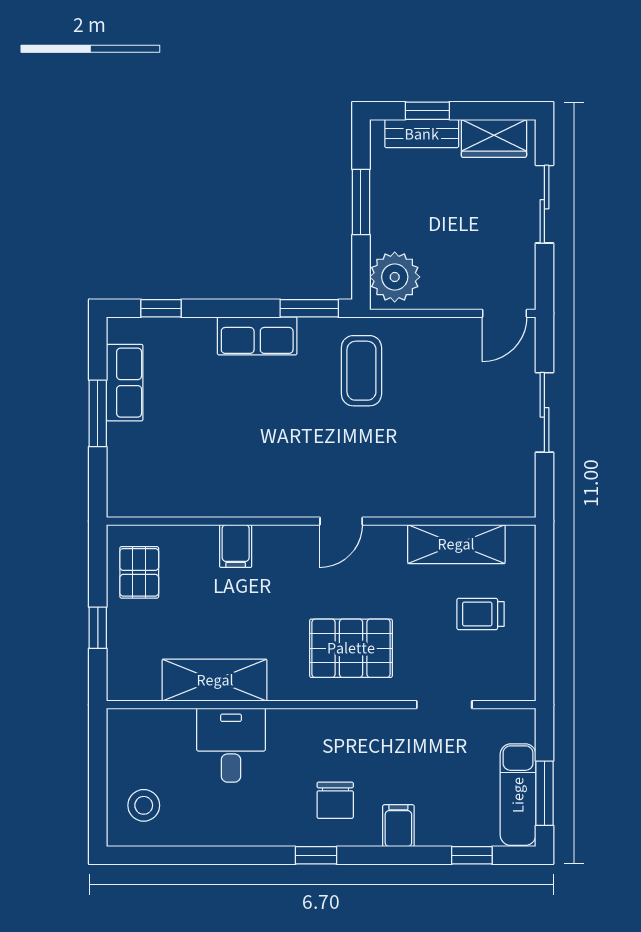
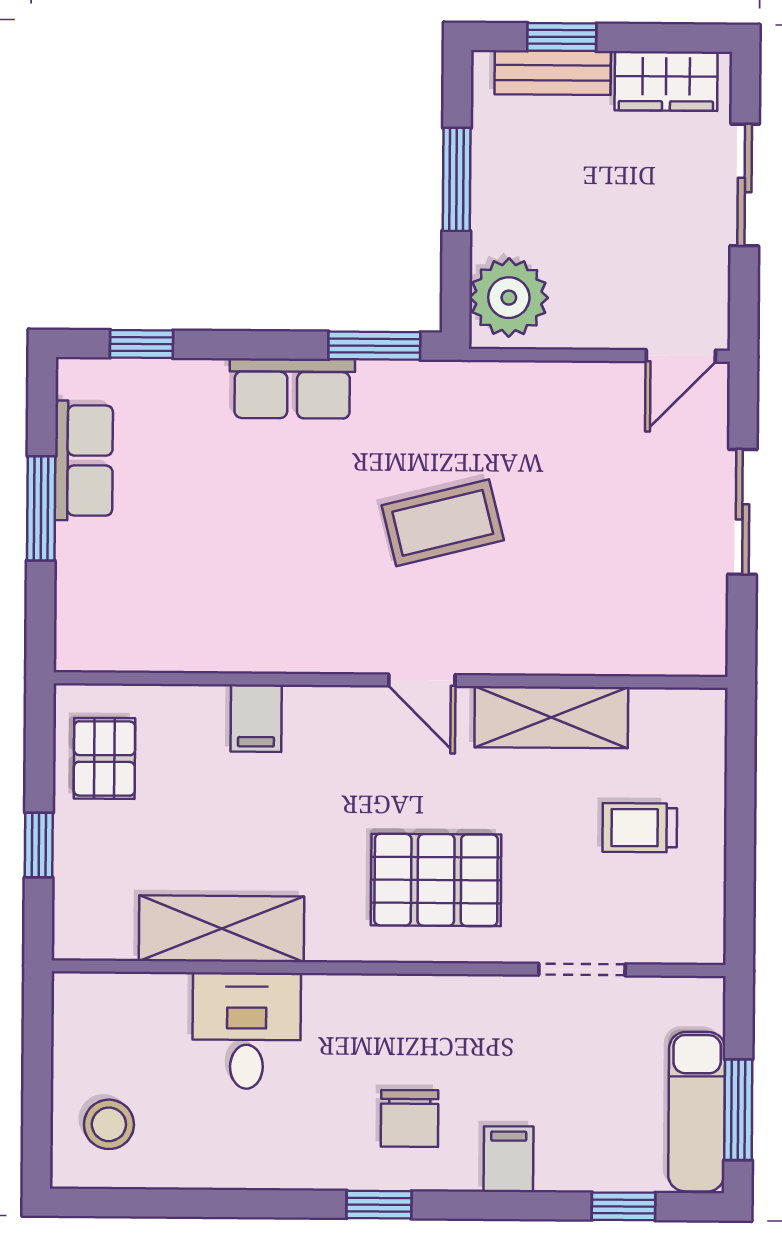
coffee table: (361, 371) -> (443, 523), moved, turned 76
door: (341, 521) -> (422, 680), hinge flipped
shelving: (456, 544) -> (551, 717), moved

